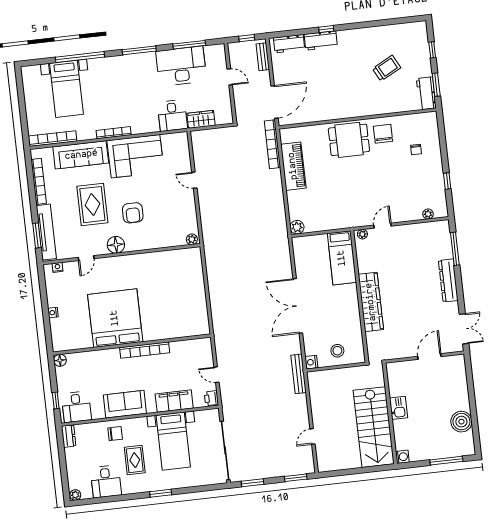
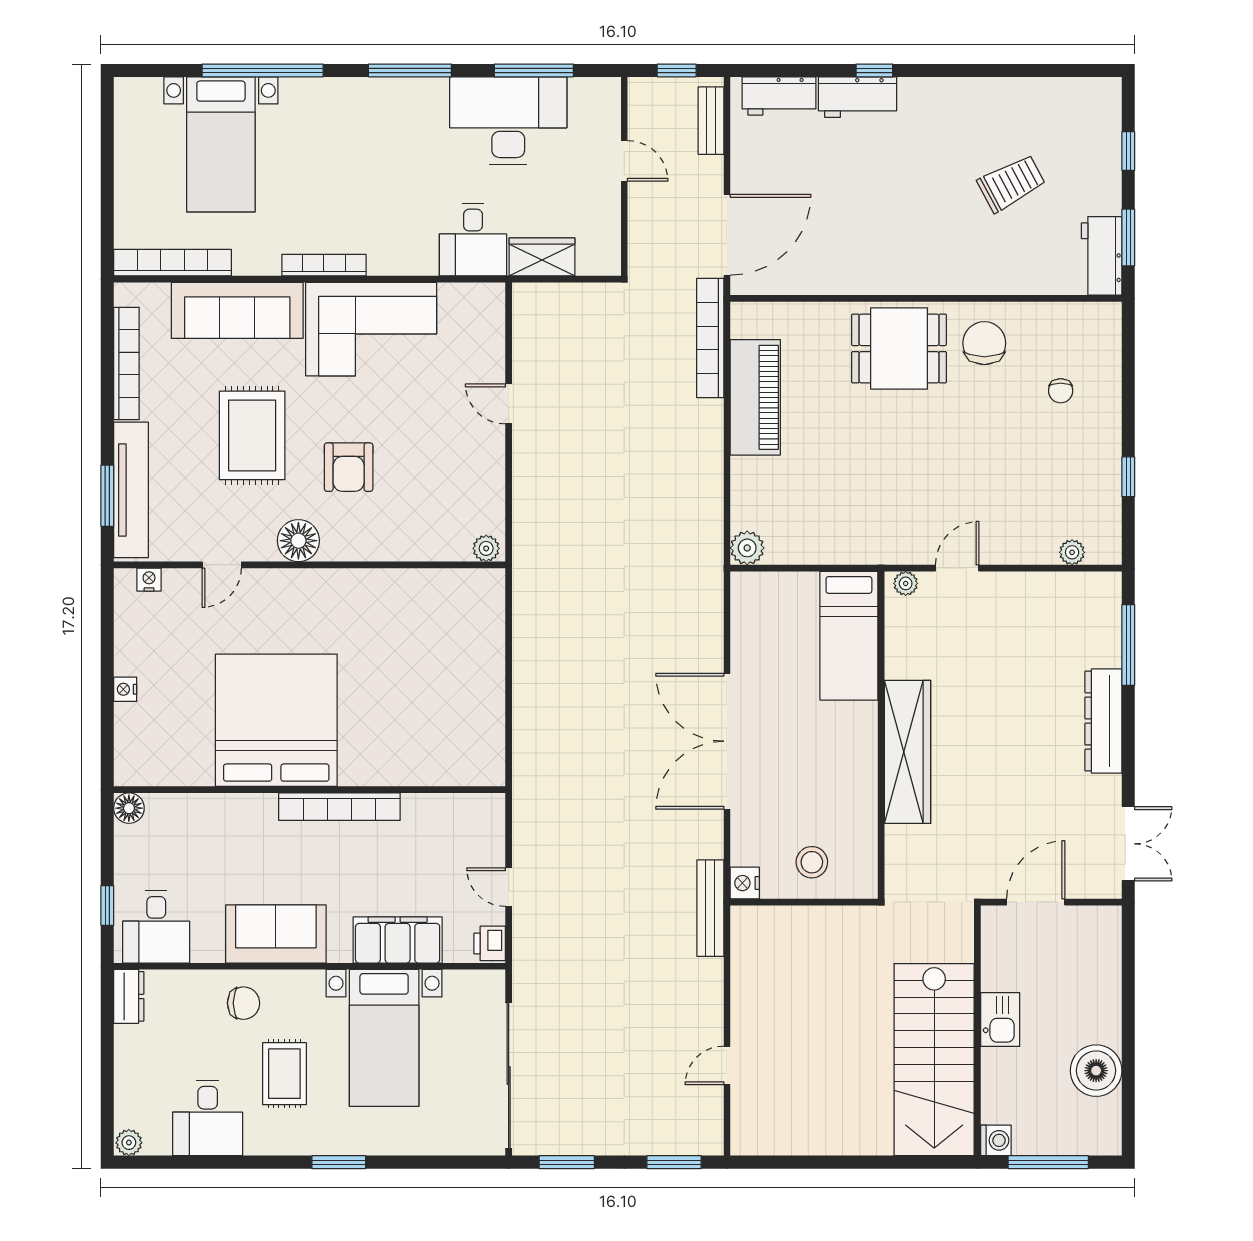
kitchen sink: (398, 408) -> (1000, 1019), moved
wall: (390, 413) -> (977, 1031), moved
stairs: (374, 427) -> (934, 1060), moved
washing machine: (402, 457) -> (996, 1140), moved

